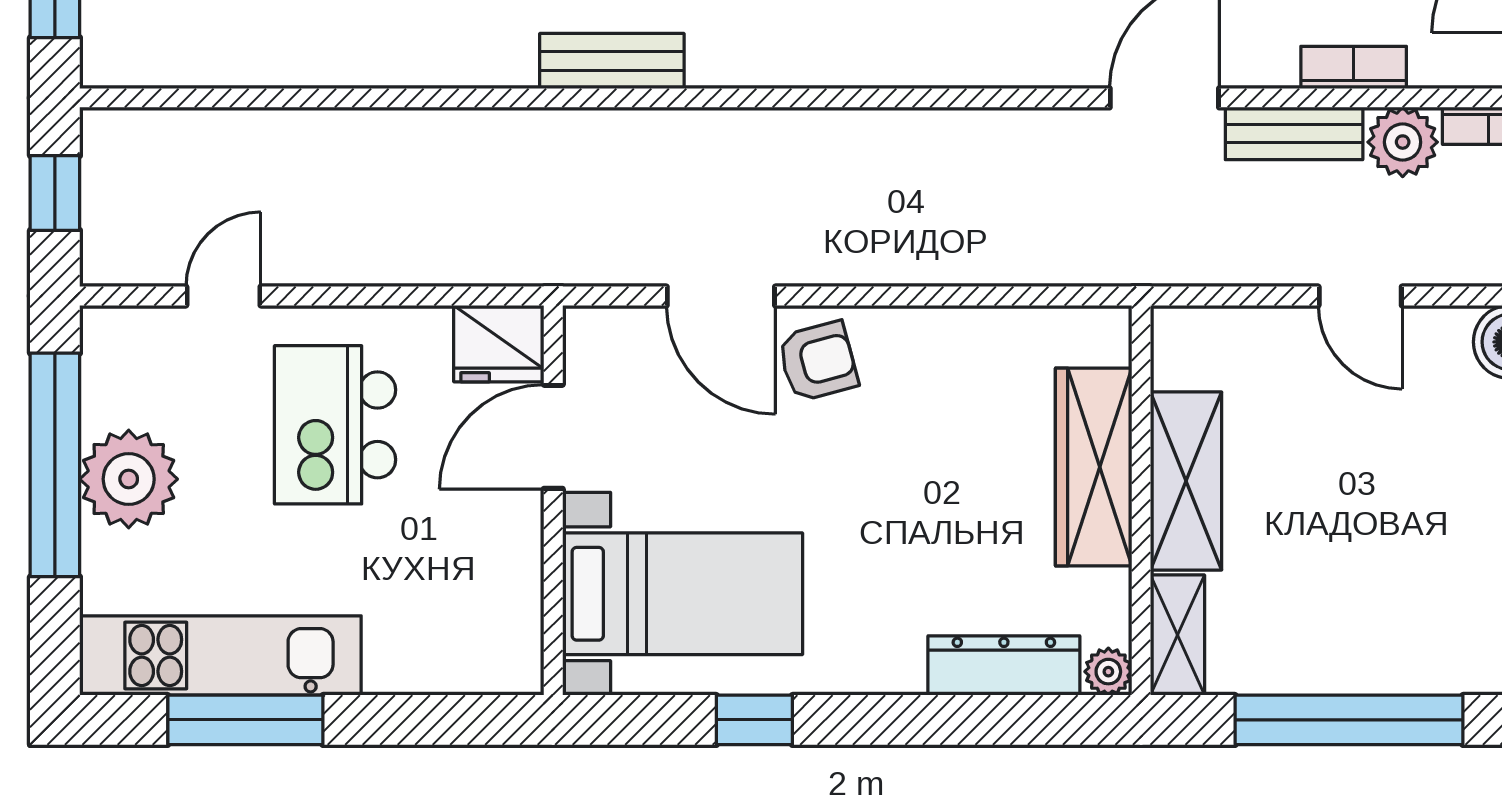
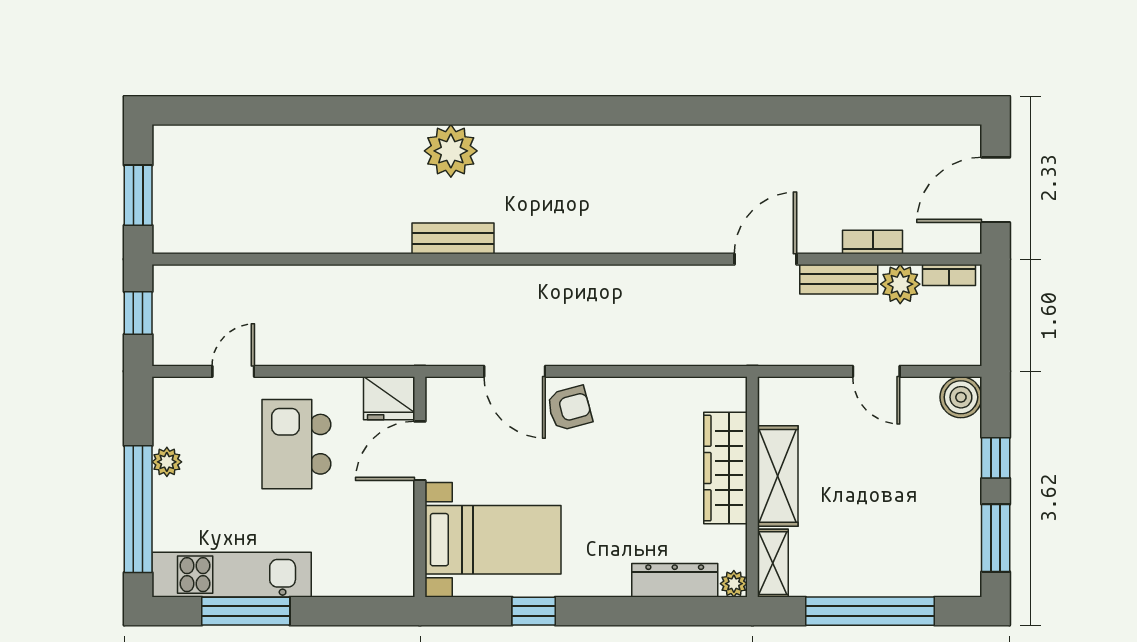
window: (55, 465) -> (138, 509), moved
plant: (129, 479) -> (167, 462), width x0.53, depth x0.53

